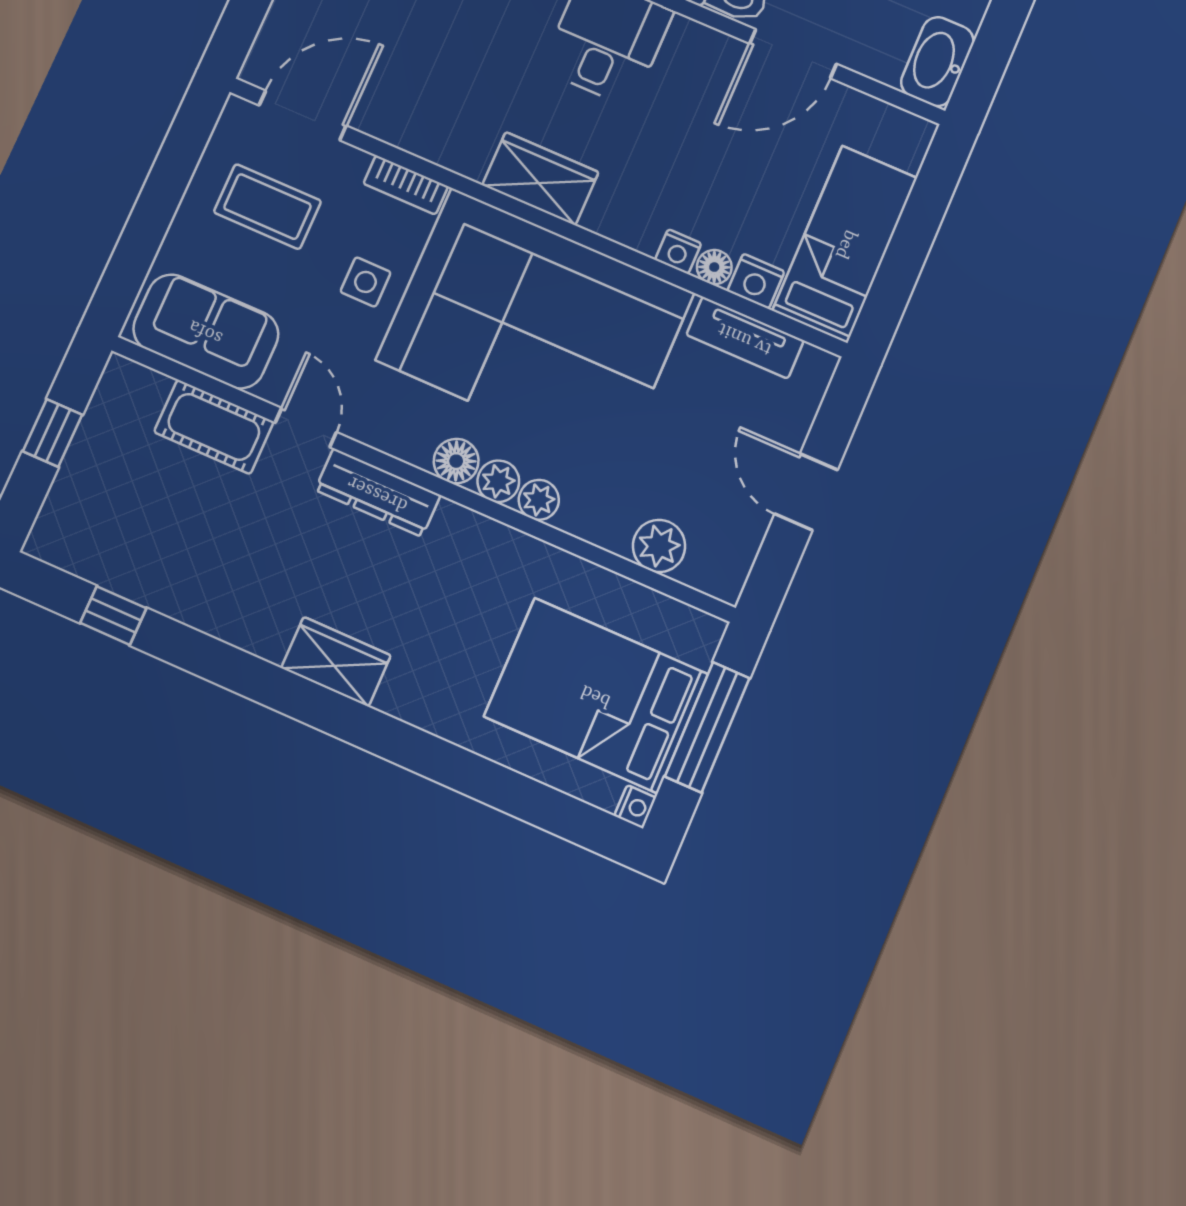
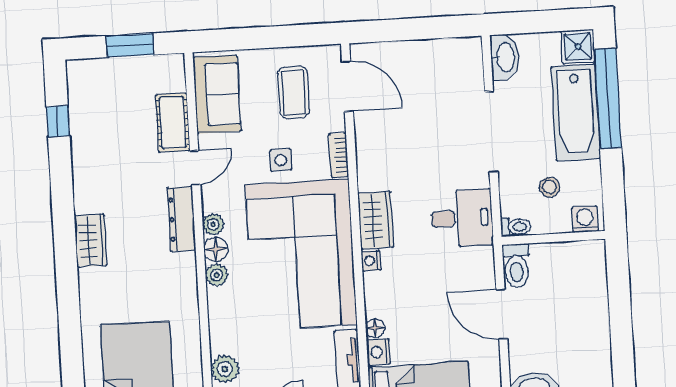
nightstand: (678, 252) -> (371, 261), moved
window: (52, 433) -> (130, 45), width x1.50
plant: (539, 500) -> (213, 224), moved

